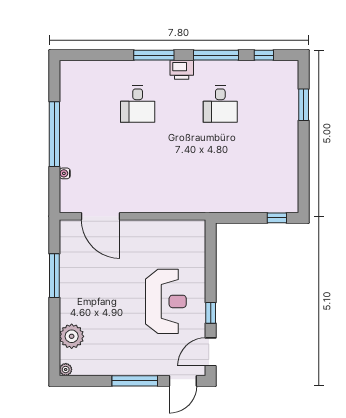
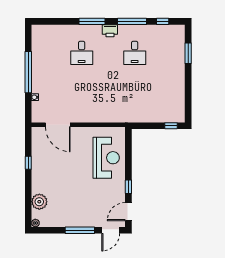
window: (54, 276) -> (28, 163), width x0.46
reception desk: (166, 301) -> (106, 158), moved

